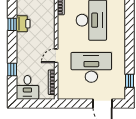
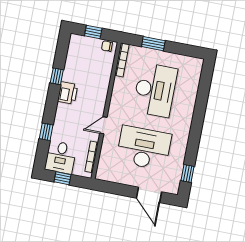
printer: (23, 24) -> (68, 93), moved
window: (32, 103) -> (62, 178), added

